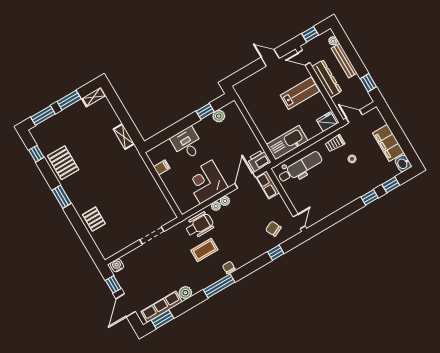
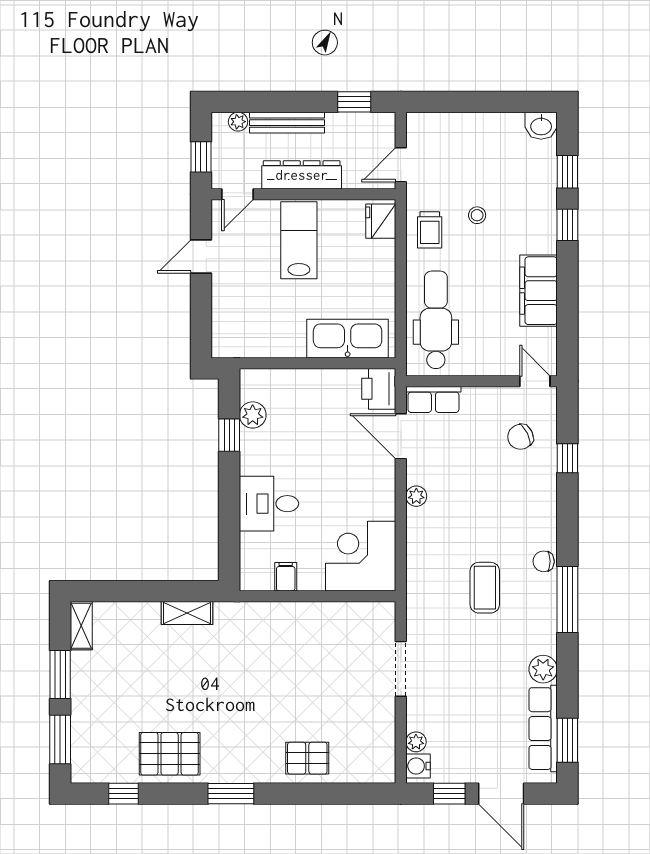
kitchen sink: (287, 143) -> (348, 339), moved, turned 90
filing cabinet: (388, 143) -> (539, 291), moved, turned 90
corner desk: (206, 182) -> (361, 556), moved, turned 90
plant: (216, 206) -> (416, 742), moved
wheelchair: (199, 225) -> (433, 570), removed

